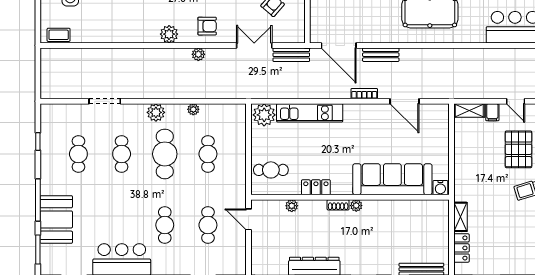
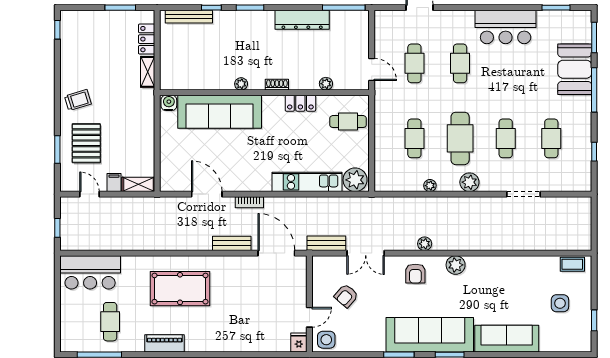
armchair: (207, 26) -> (415, 274), turned -90
plant: (356, 206) -> (241, 84), moved

